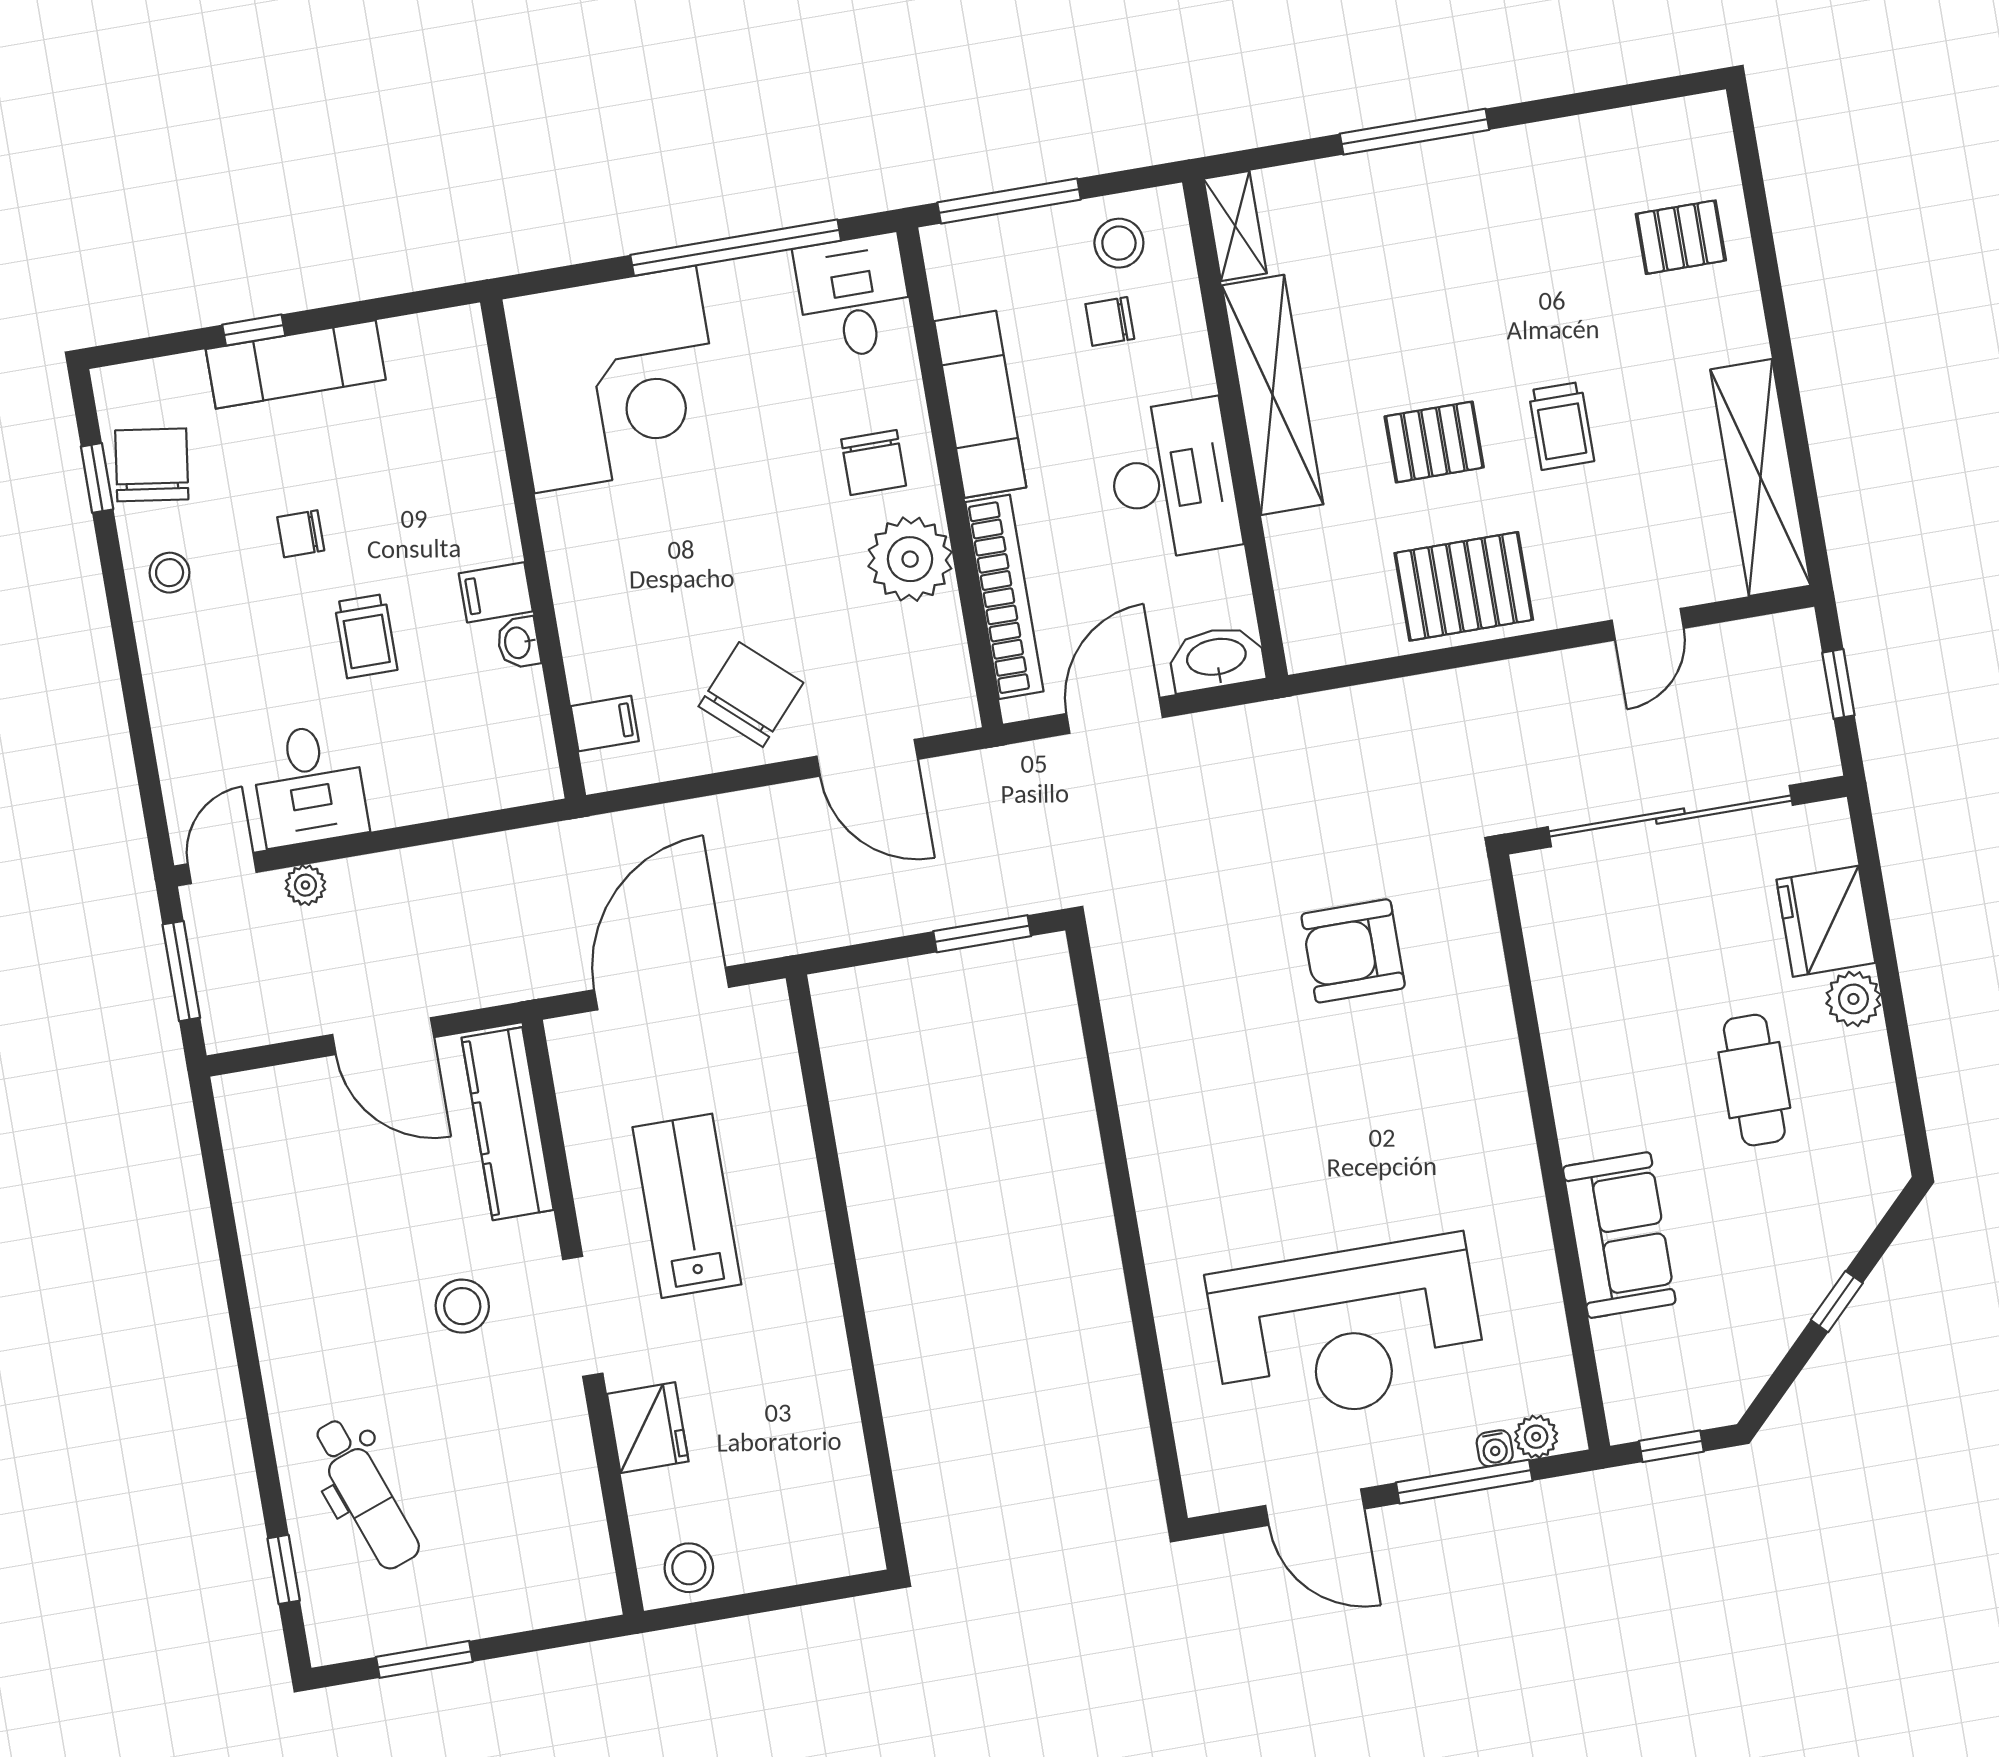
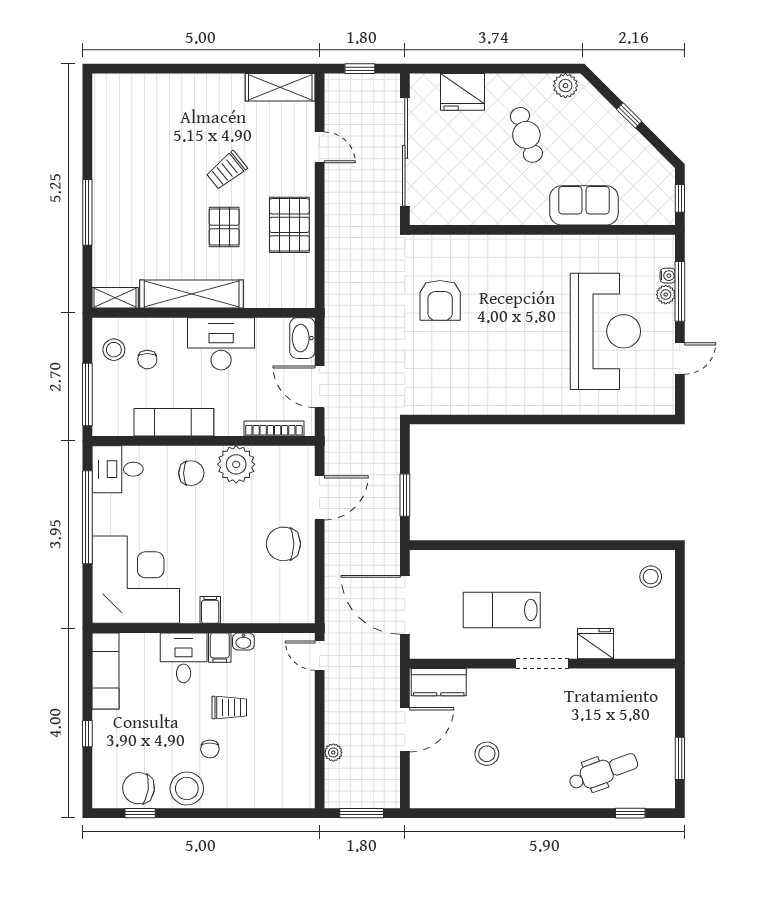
pallet: (1681, 237) -> (153, 104), removed
exam couch: (296, 364) -> (105, 671), moved
trolley: (1561, 426) -> (227, 170), turned 141
shelving: (1760, 478) -> (280, 87), width x0.68
chair: (301, 534) -> (210, 749), moved
stool: (170, 573) -> (187, 788), width x1.89, depth x1.89
bookcase: (1004, 597) -> (274, 428), width x0.68, depth x0.76
chair: (751, 695) -> (283, 544), turned -42
filing cabinet: (605, 724) -> (210, 610), moved
desk: (309, 785) -> (184, 658), moved, turned -90
door: (222, 868) -> (320, 656), moved
window: (982, 934) -> (405, 495), moved
plant: (1853, 999) -> (565, 86), moved
cafe table: (1754, 1080) -> (526, 135), turned 71
kitchen counter: (508, 1124) -> (439, 682), width x0.67
stool: (462, 1306) -> (487, 754), moved
plant: (1536, 1437) -> (666, 295), moved
door: (1315, 1507) -> (680, 358), width x0.73
stool: (689, 1568) -> (651, 577), moved

